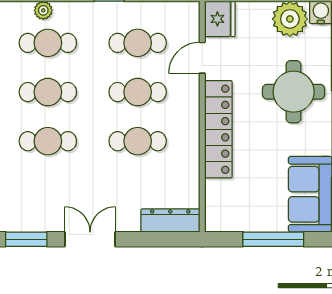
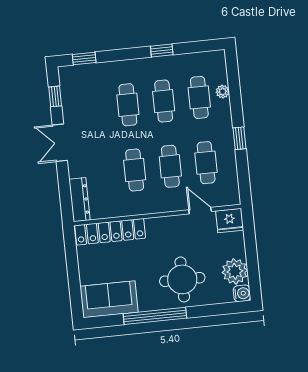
locker: (218, 129) -> (110, 232), moved
window: (26, 239) -> (55, 96), width x0.67
double door: (90, 239) -> (60, 143), swing flipped
window: (273, 239) -> (74, 276), removed

